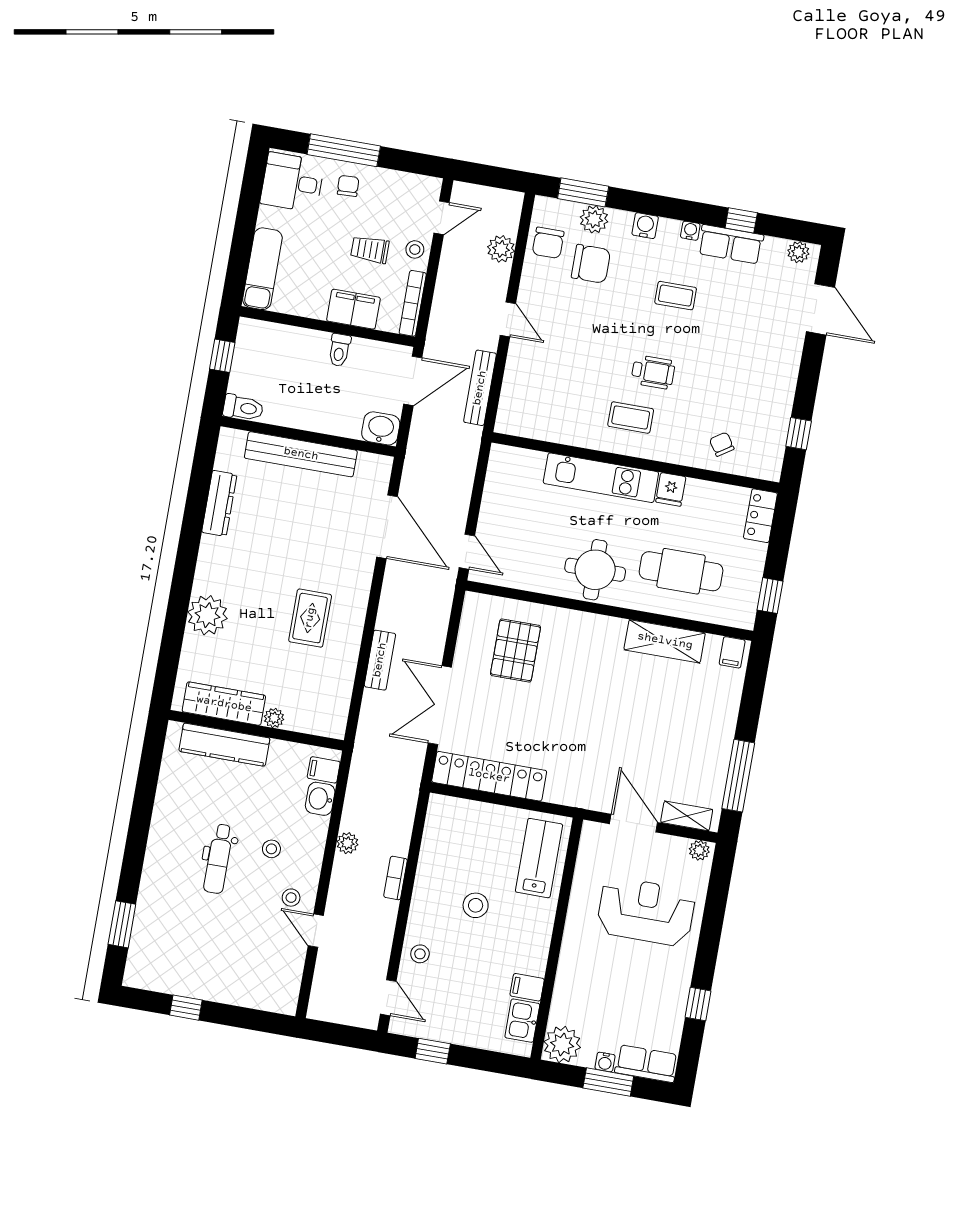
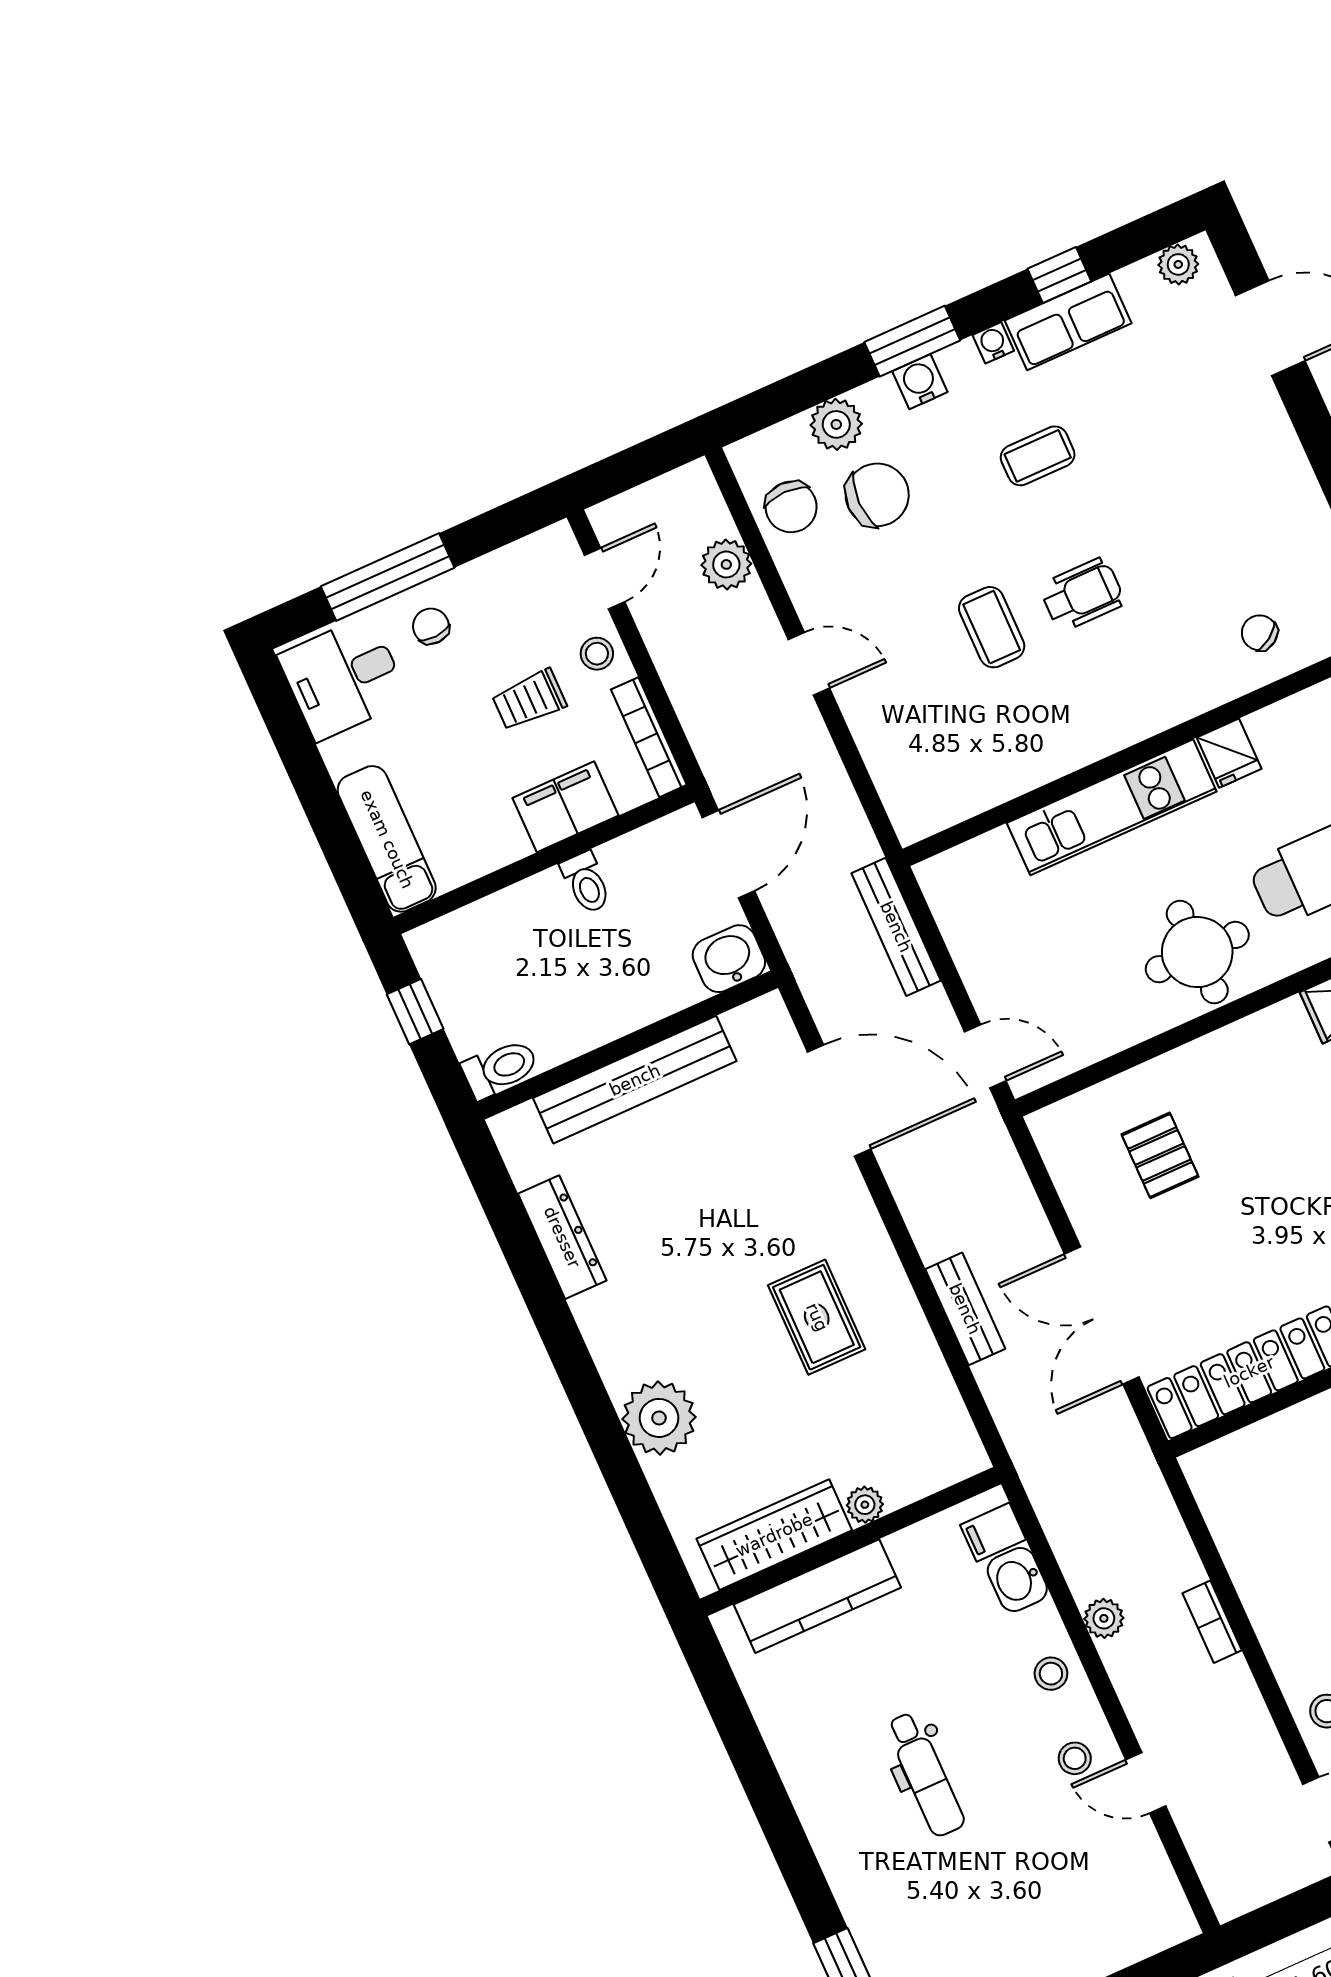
window: (583, 192) -> (912, 341), moved
bench: (480, 388) -> (896, 927), moved
coffee table: (631, 418) -> (992, 627), moved, turned 90
pallet: (516, 651) -> (1160, 1155), width x0.67, depth x0.71
stool: (271, 849) -> (1051, 1674), moved

